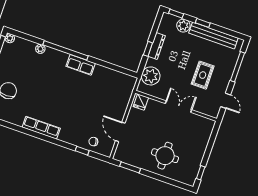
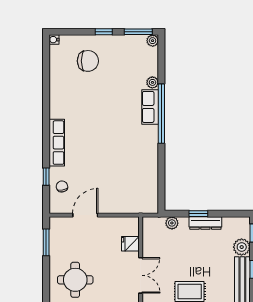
row of seats: (81, 65) -> (150, 107), moved
plant: (151, 76) -> (172, 223), width x0.53, depth x0.53
fridge: (141, 102) -> (130, 244), moved
row of seats: (41, 128) -> (57, 143), moved

